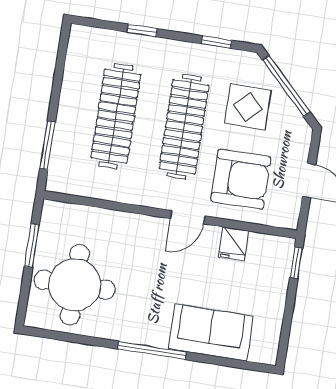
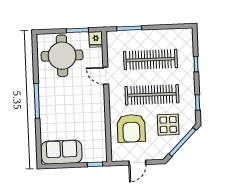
door: (188, 217) -> (106, 76), moved
fridge: (233, 244) -> (96, 39), moved, turned -90
sofa: (210, 333) -> (62, 152), moved, turned -90

